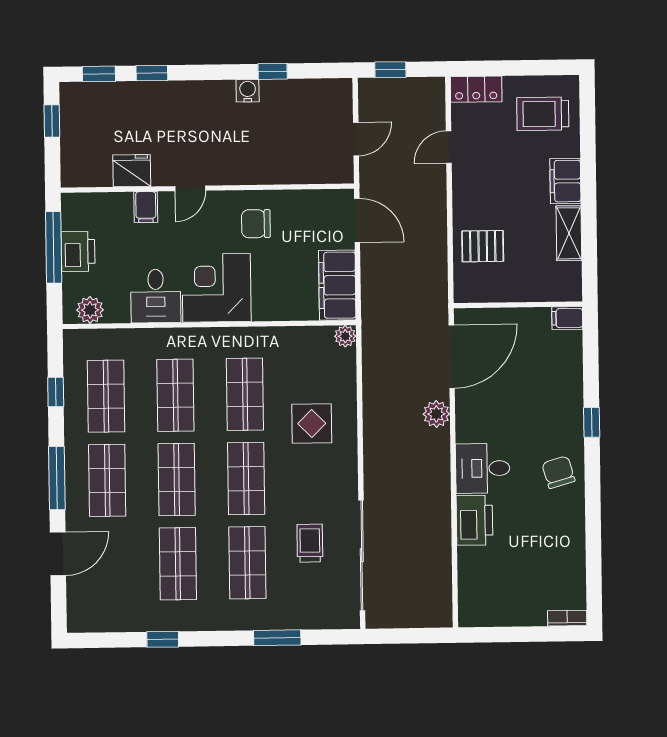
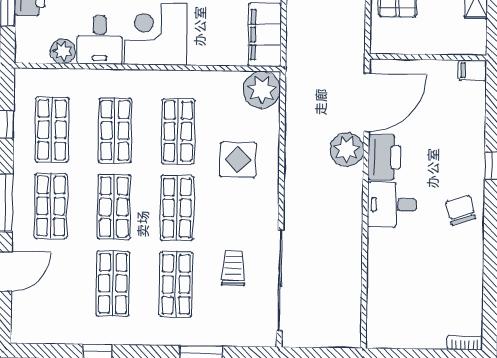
plant: (90, 310) -> (63, 51), moved
plant: (345, 336) -> (262, 90), width x1.87, depth x1.87
plant: (436, 414) -> (347, 150), width x1.36, depth x1.36
printer: (474, 520) -> (385, 157), moved

